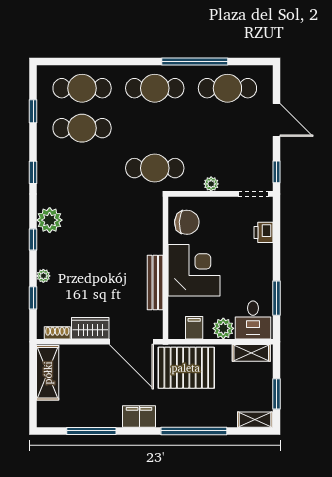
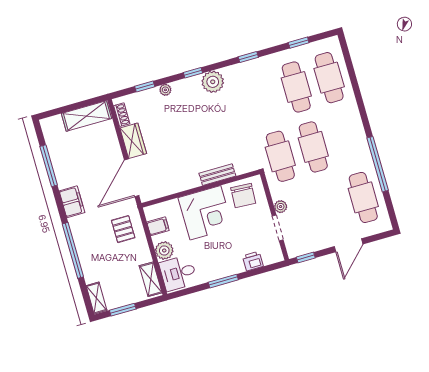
cafe table: (155, 88) -> (313, 147), moved
doorway: (253, 194) -> (278, 228), moved
bench: (155, 282) -> (217, 175), moved, width x0.73
window: (276, 298) -> (223, 281), moved
pallet: (186, 368) -> (123, 229), width x0.49, depth x0.50

